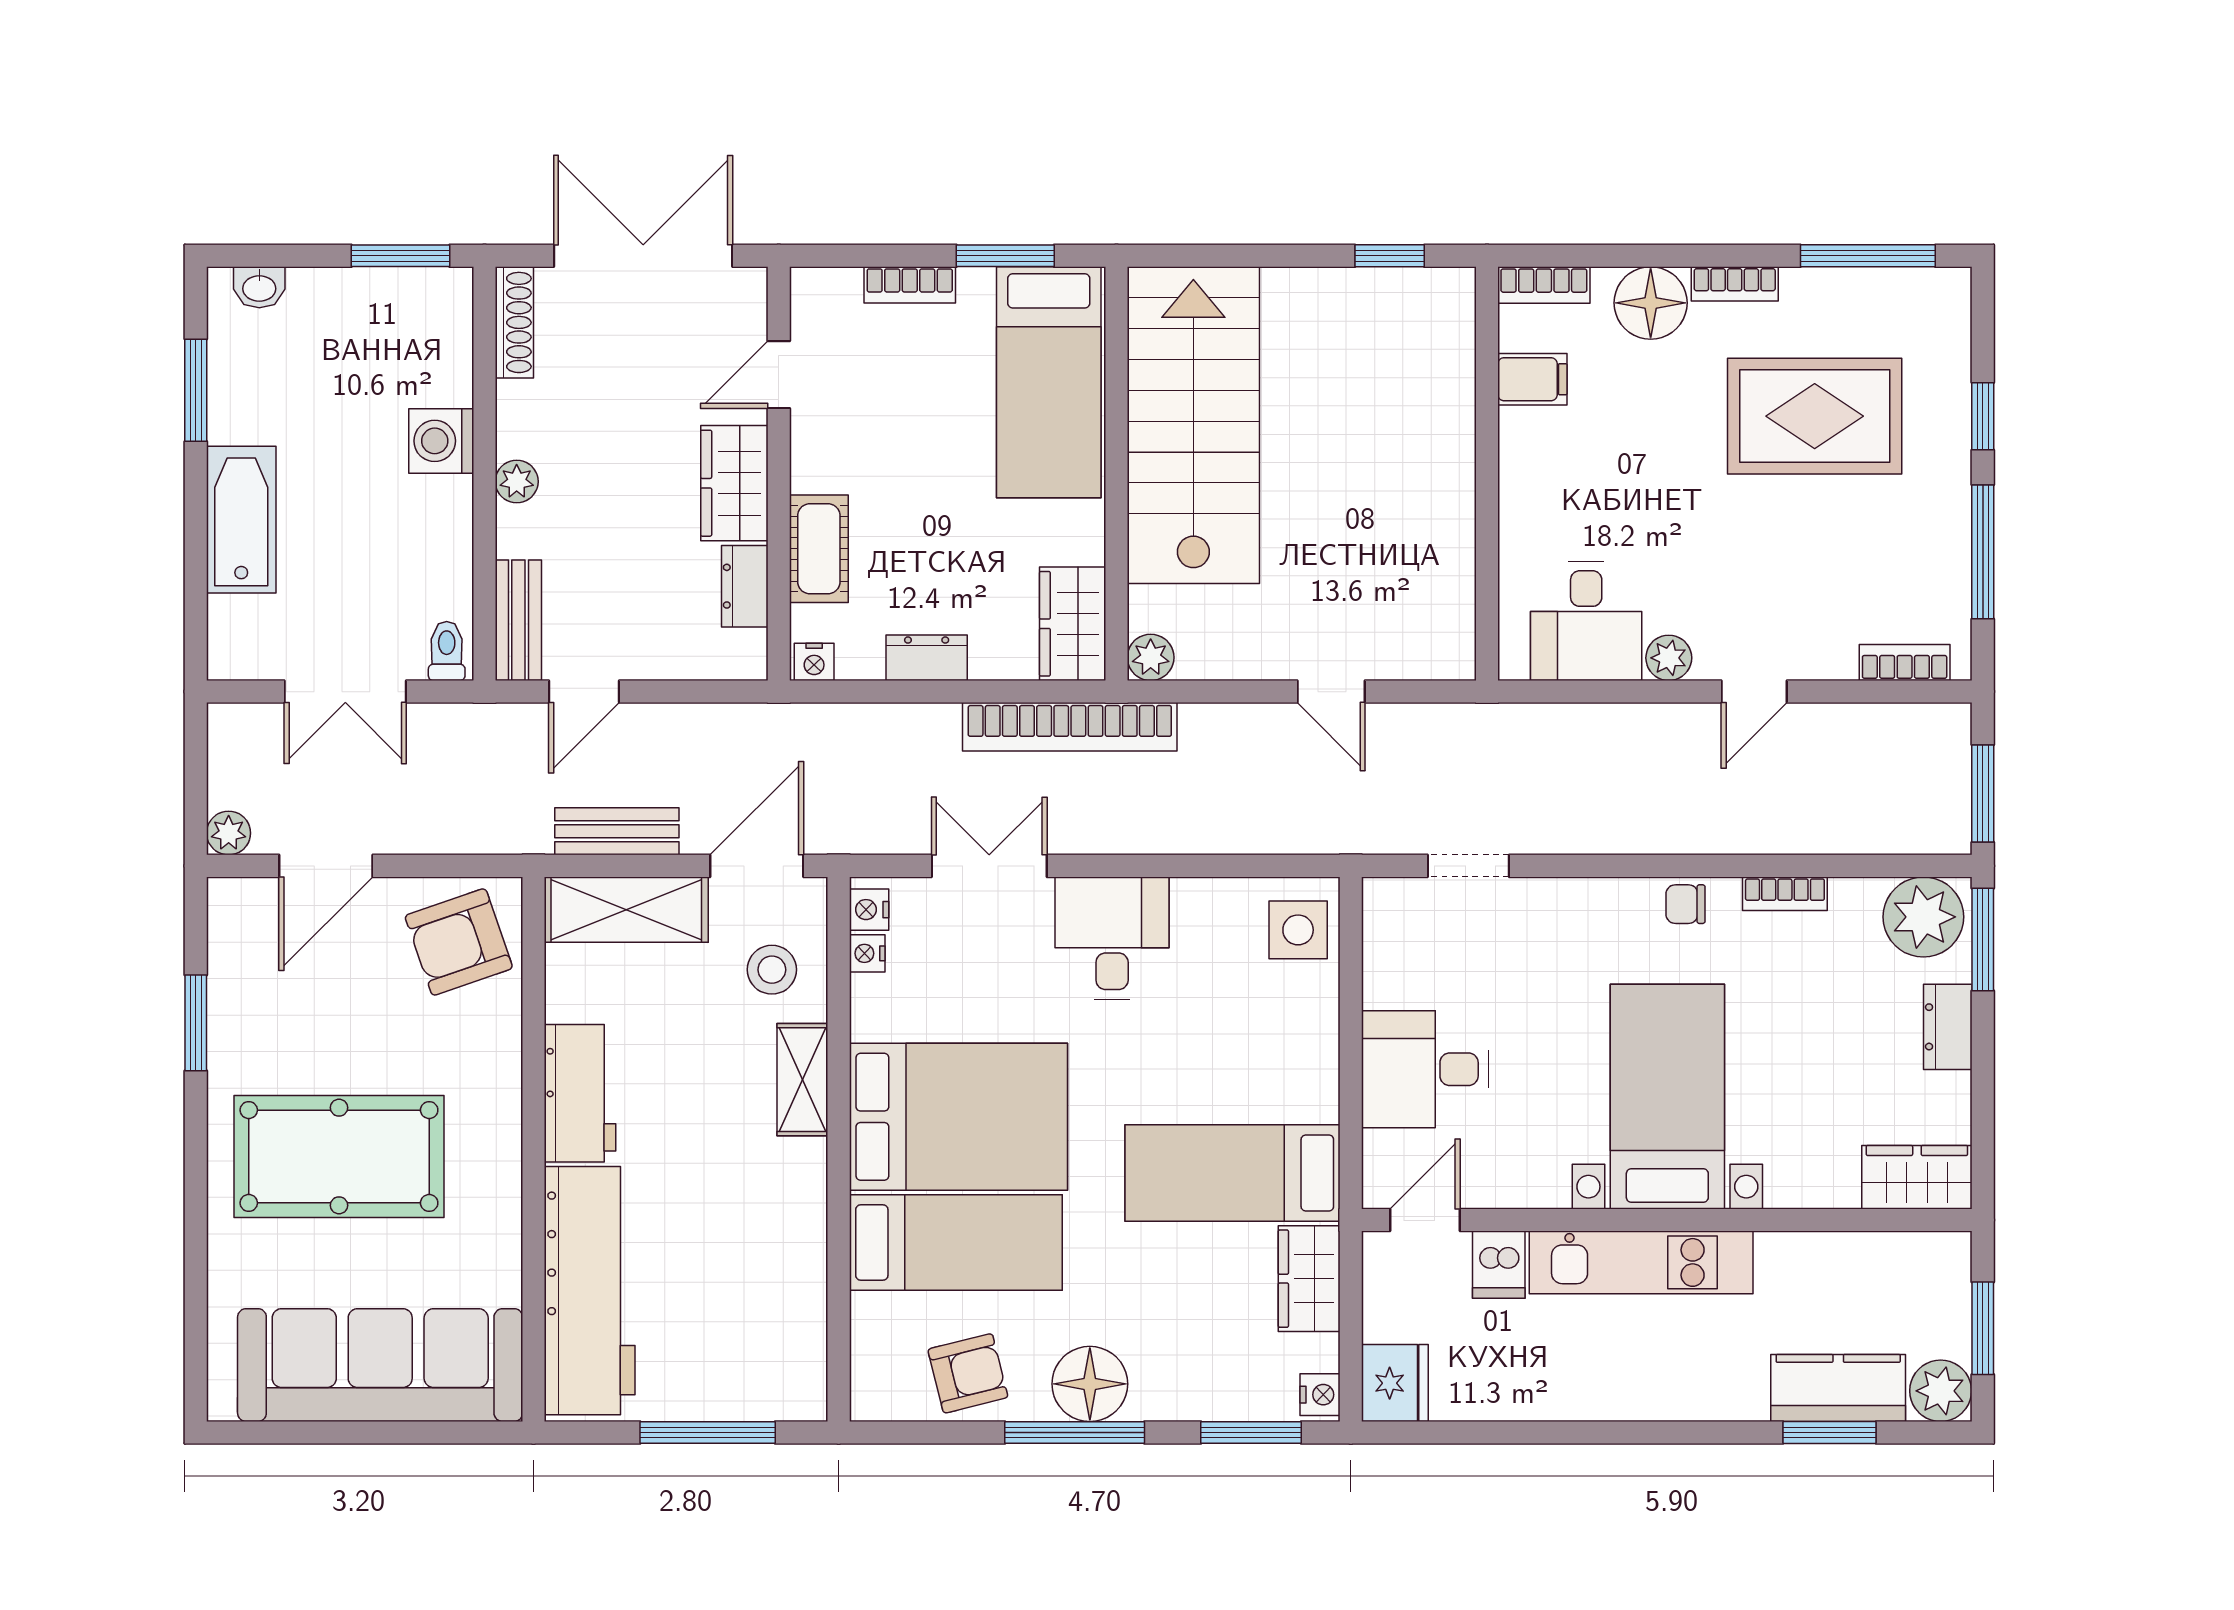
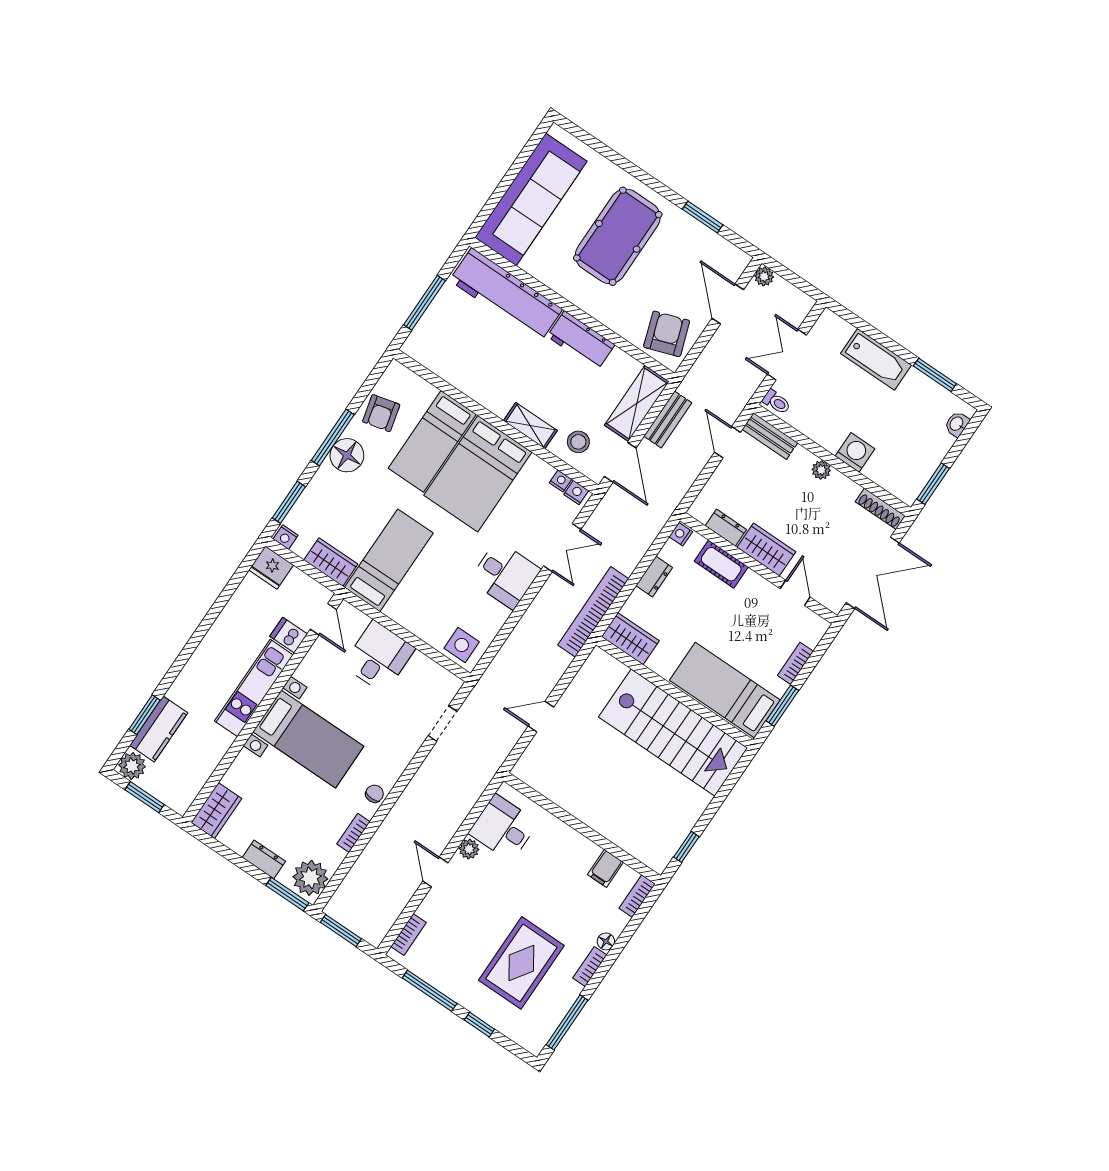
floor lamp: (1651, 303) -> (606, 941), width x0.53, depth x0.53
plant: (1151, 657) -> (598, 659), removed

